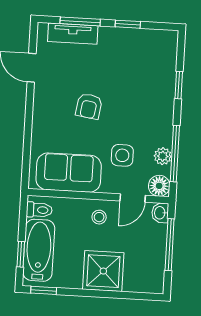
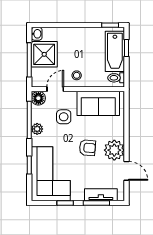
corner sofa: (147, 70) -> (51, 174), added
plant: (48, 100) -> (114, 150), added
armchair: (89, 106) -> (87, 148), turned 86
plant: (163, 156) -> (37, 129), moved
washbasin: (160, 213) -> (37, 34), moved
shower: (103, 271) -> (44, 54), moved

